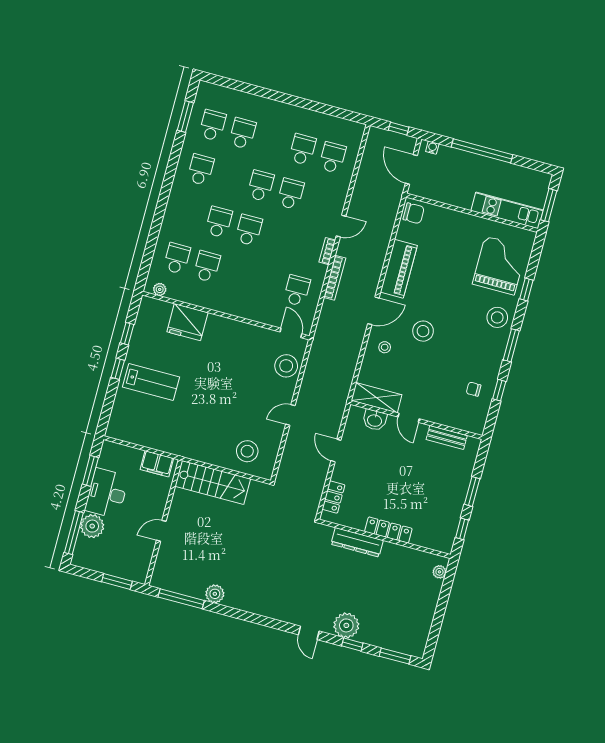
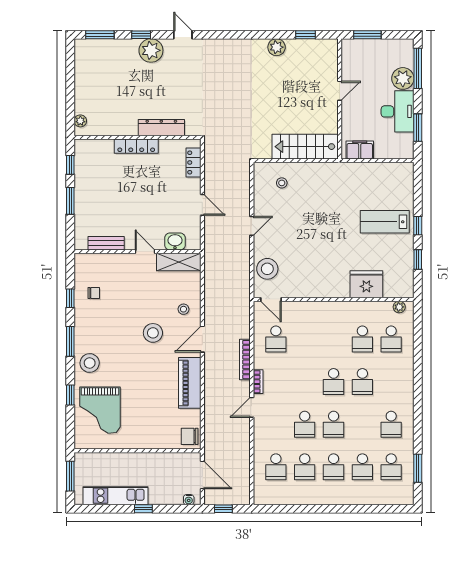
school desk: (272, 141) -> (334, 467), added
window: (482, 151) -> (143, 509), width x0.32
kitchen unit: (507, 210) -> (115, 496), moved, turned 180
stool: (247, 451) -> (282, 183), width x0.53, depth x0.53
window: (181, 599) -> (306, 35), width x0.46

